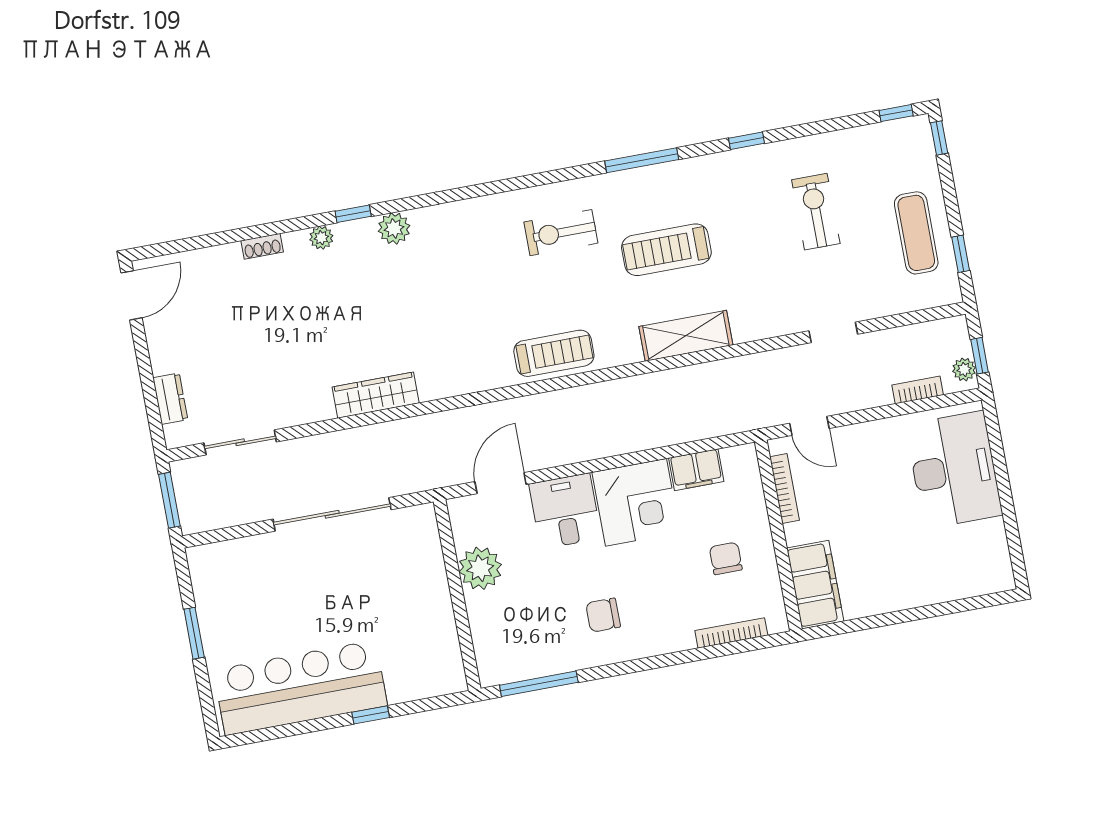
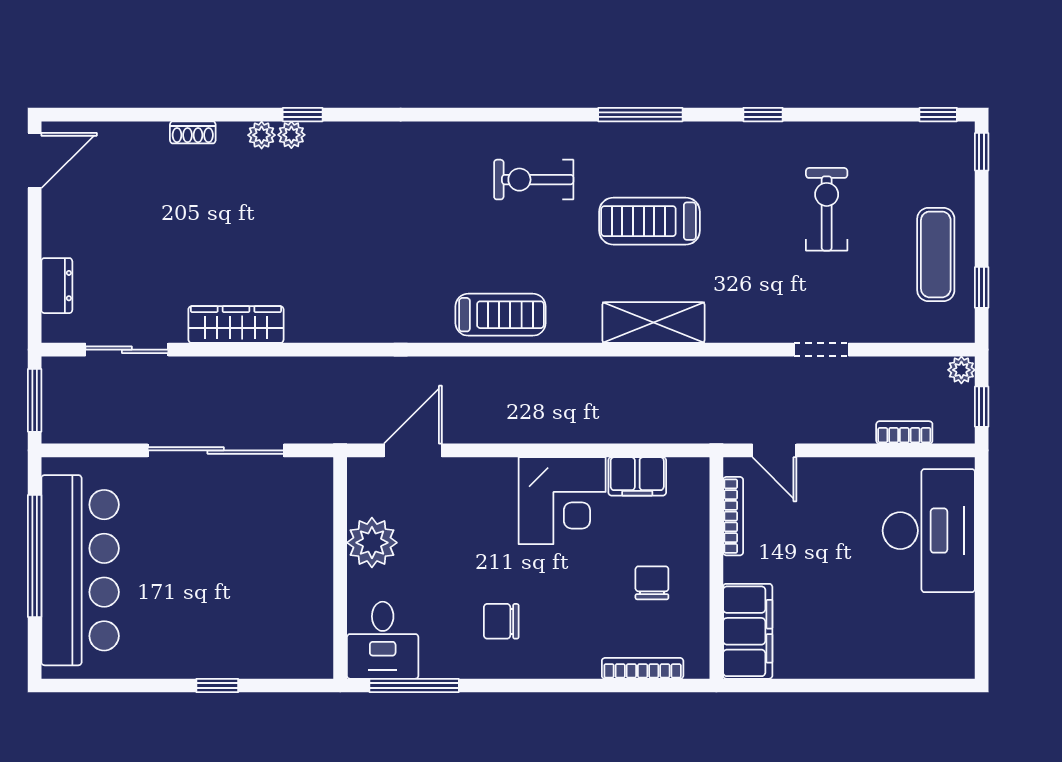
plant: (394, 228) -> (291, 135), moved, width x0.73, depth x0.73
plant: (964, 369) -> (961, 370), moved
wardrobe: (376, 395) -> (236, 325), moved
desk: (565, 511) -> (383, 640), moved, turned 180
window: (194, 633) -> (35, 556), width x2.11
bar counter: (300, 688) -> (80, 570), moved, turned 90

